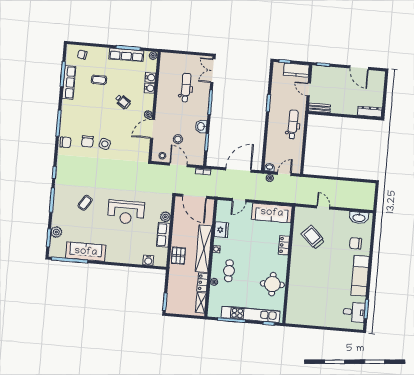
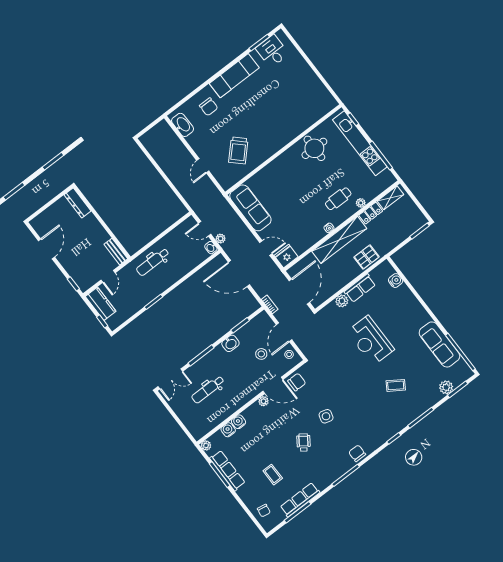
wheelchair: (123, 101) -> (304, 443), moved
chair: (87, 141) -> (297, 382), moved
reception desk: (126, 212) -> (370, 341), turned 180
fridge: (221, 230) -> (286, 256), moved
locker: (284, 245) -> (269, 170), removed

